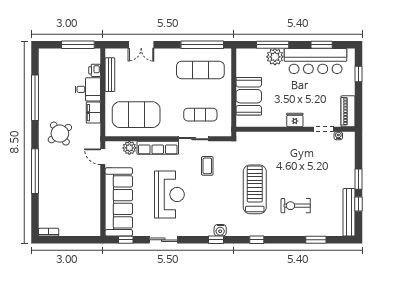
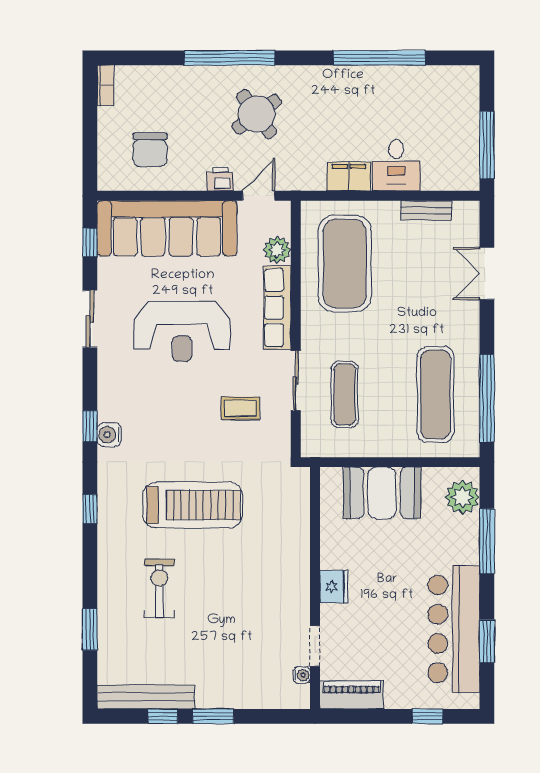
plant: (275, 57) -> (462, 497), moved
printer: (95, 70) -> (220, 179), moved
bench: (110, 75) -> (426, 210), width x0.73
round table: (60, 134) -> (257, 114), moved
chair: (80, 210) -> (150, 150), added

